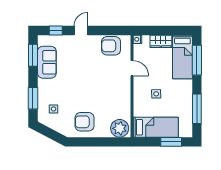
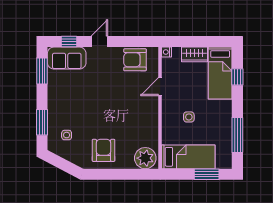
window: (197, 60) -> (237, 77), width x0.46
sofa: (47, 62) -> (67, 58), moved, turned 90
door: (132, 68) -> (160, 87), swing flipped
armchair: (85, 122) -> (104, 150), turned 90

